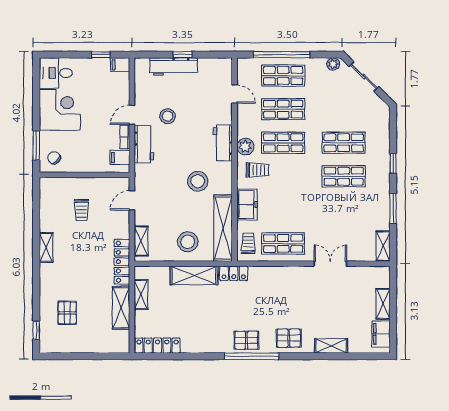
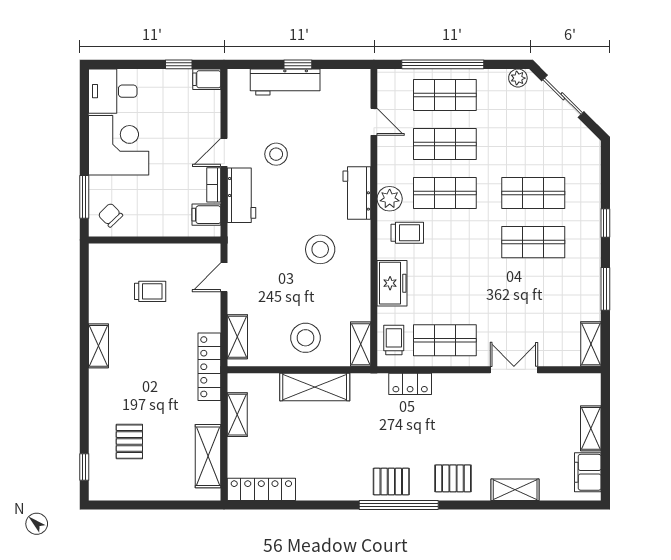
trolley: (81, 210) -> (150, 291), turned -90
shelving: (223, 228) -> (361, 344), width x0.45, depth x0.75
locker: (234, 273) -> (410, 384), moved
shelving: (121, 308) -> (208, 456), moved

